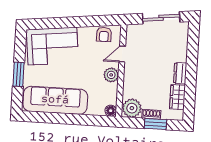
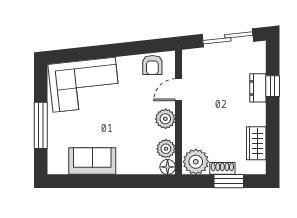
window: (192, 55) -> (273, 86), added
dresser: (180, 73) -> (258, 88), moved
window: (19, 74) -> (41, 125), width x1.44
plant: (110, 97) -> (166, 149), added
sofa: (55, 100) -> (92, 161), width x0.54, depth x0.79

